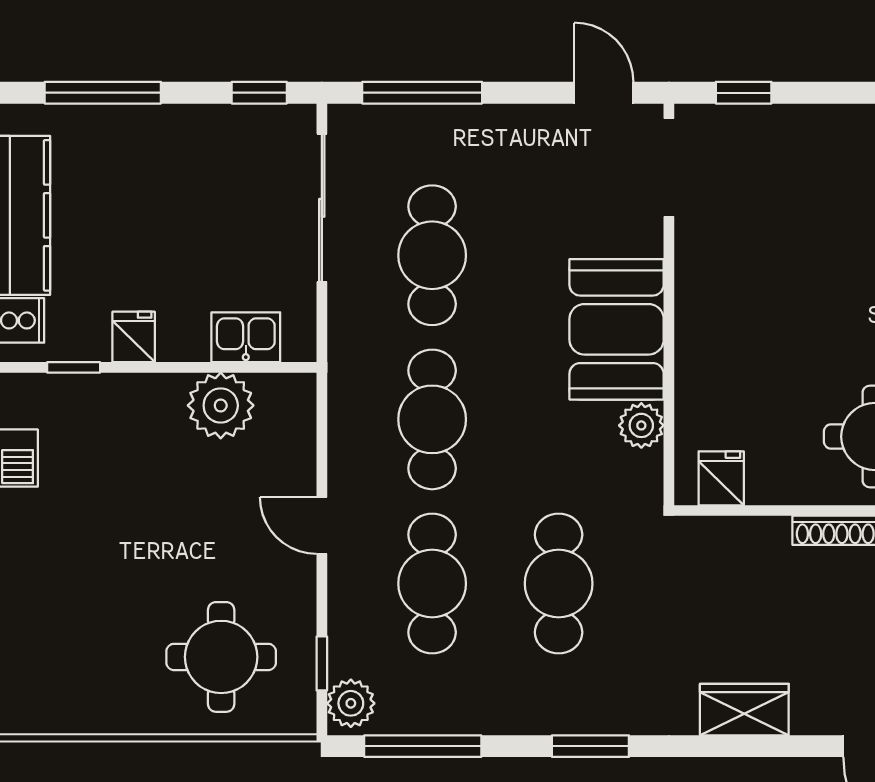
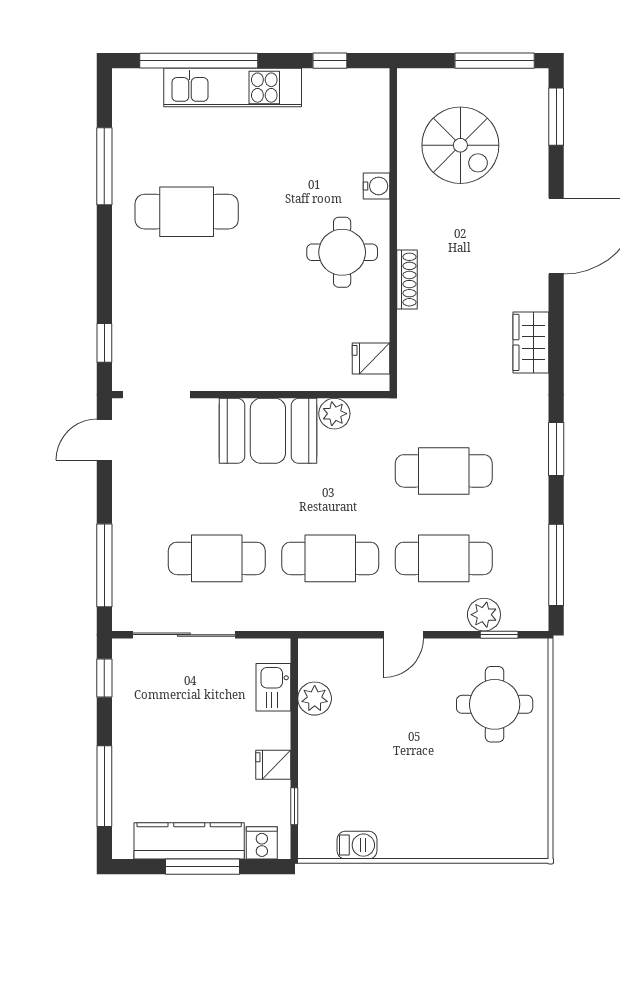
plant: (221, 405) -> (315, 699), width x0.73, depth x0.73
plant: (351, 703) -> (484, 615), moved

